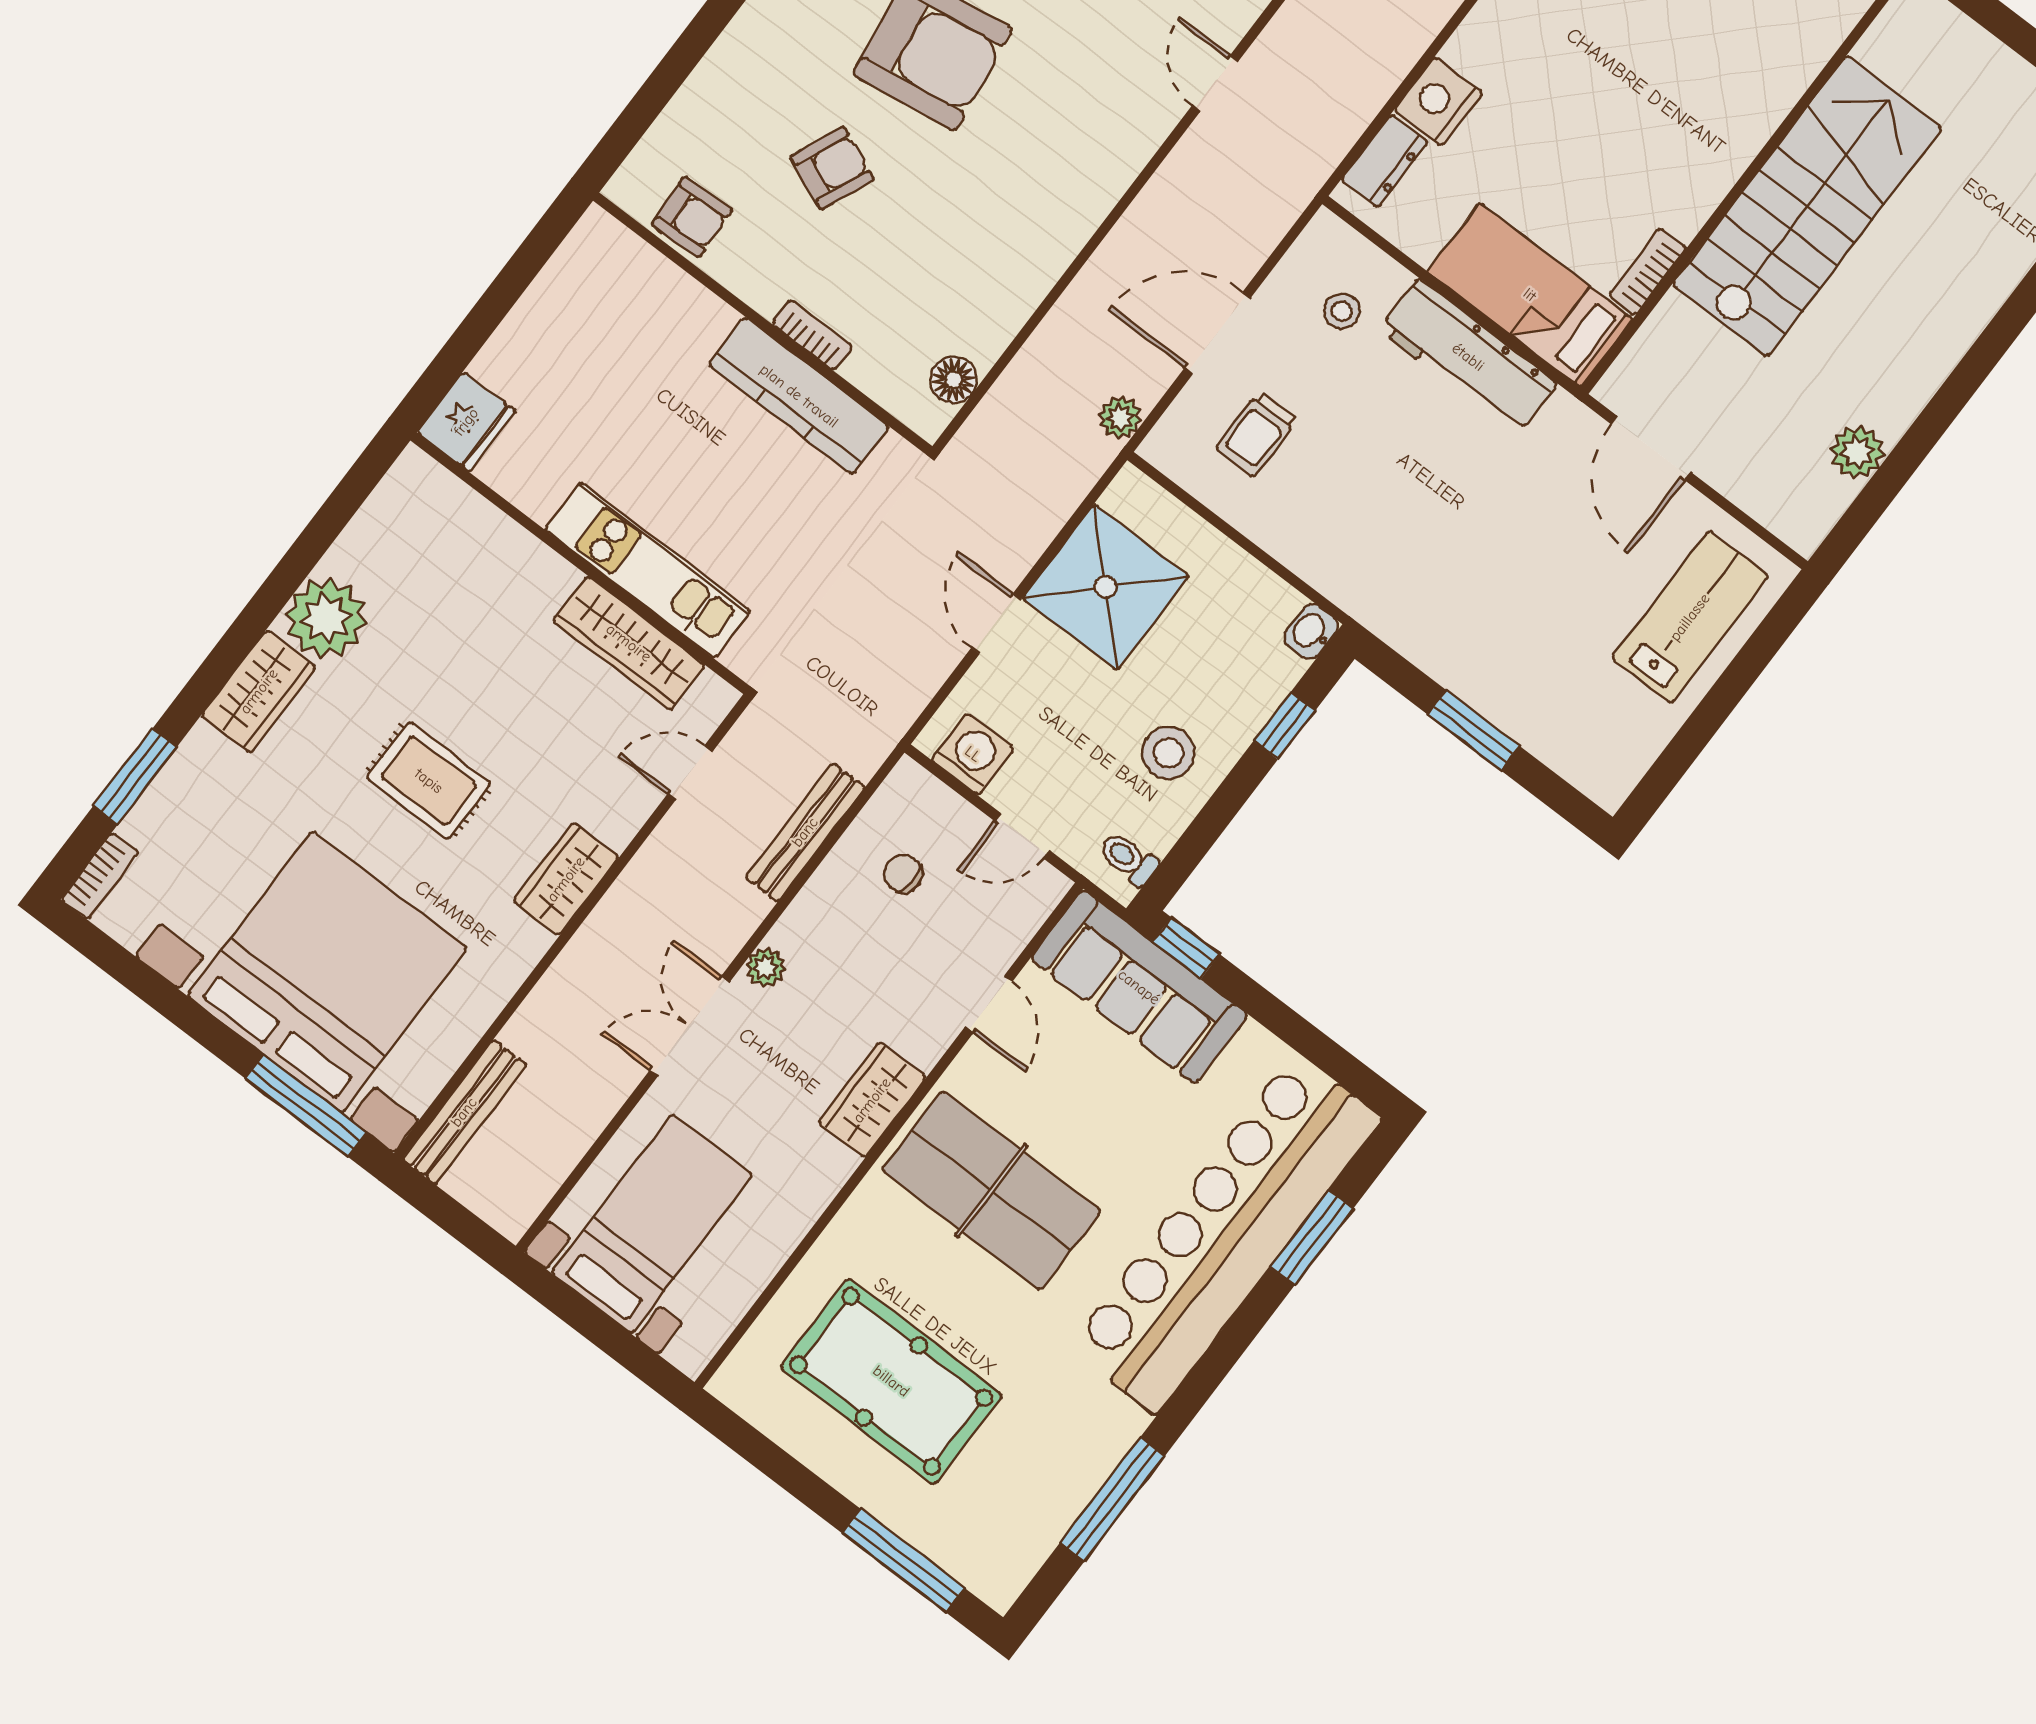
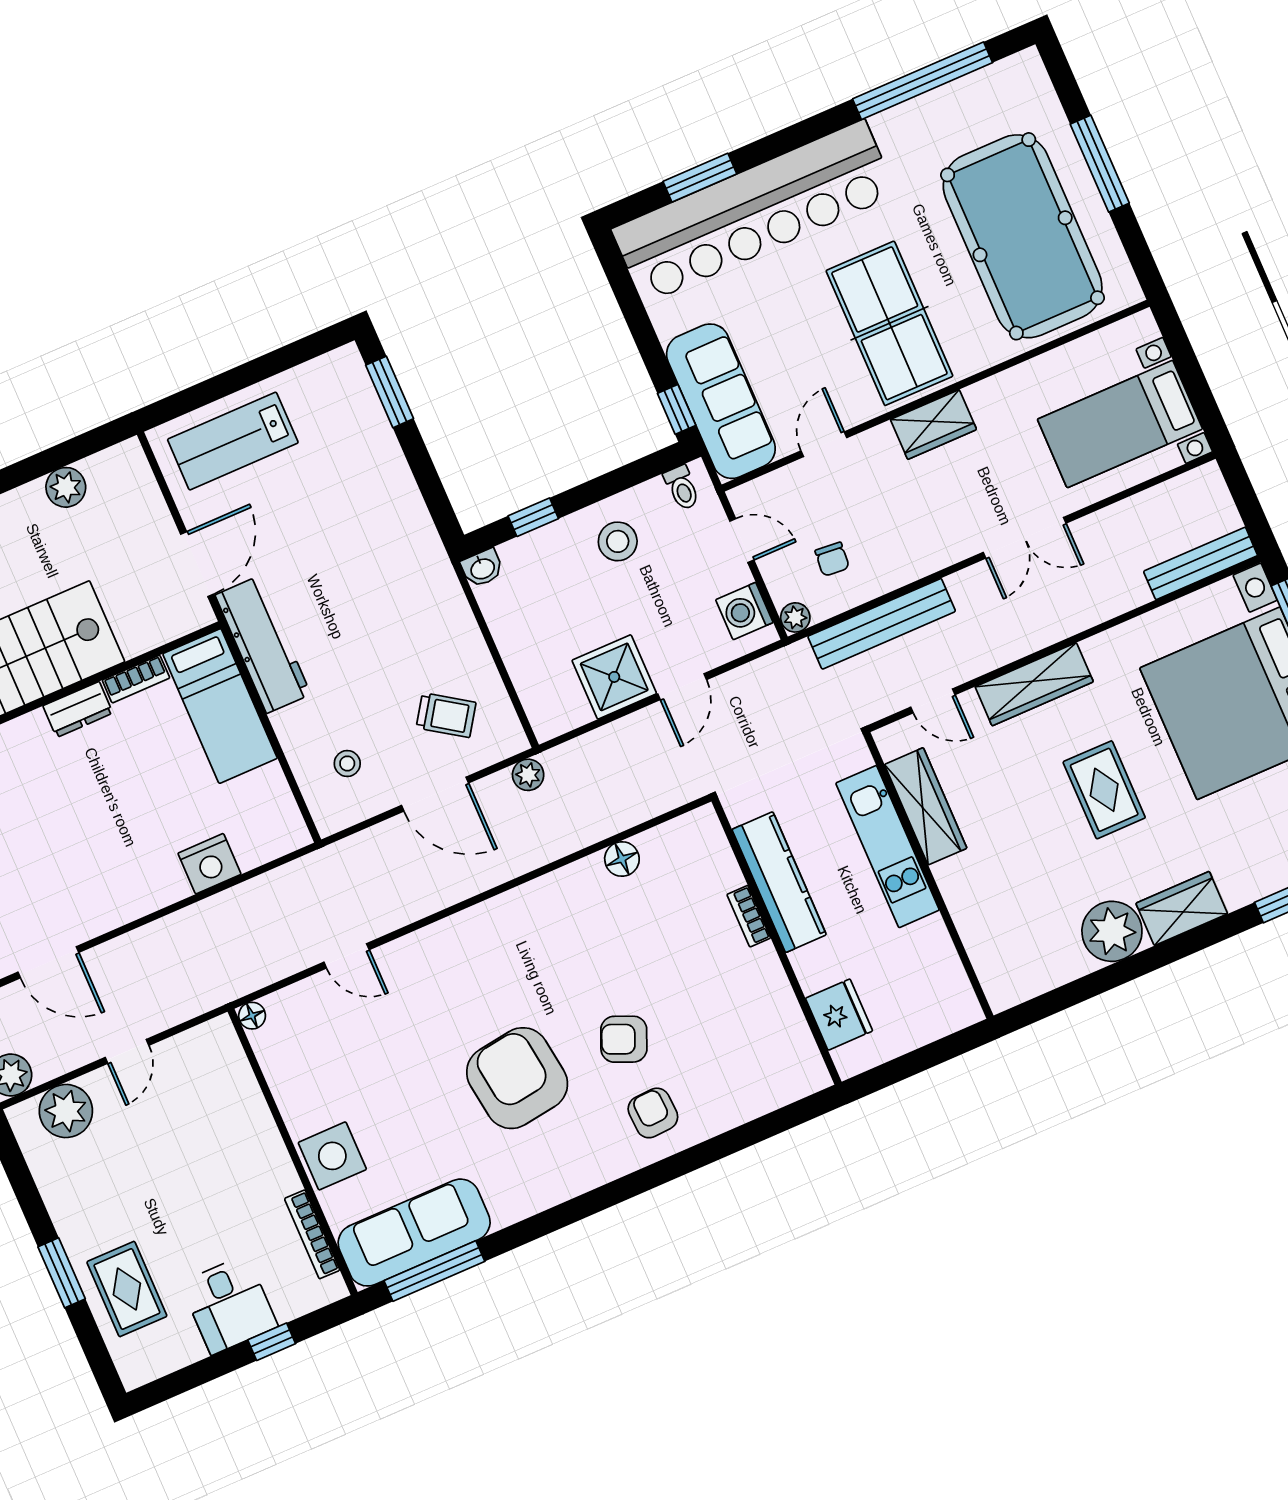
door: (1215, 83) -> (347, 956), hinge flipped
dresser: (1385, 161) -> (78, 709), moved, turned 180
armchair: (692, 217) -> (653, 1113), moved
wall: (763, 323) -> (776, 942), moved
bookcase: (812, 335) -> (749, 916), moved
workbench: (1468, 357) -> (263, 645), moved
kitchen counter: (799, 396) -> (779, 882), moved
fridge: (466, 422) -> (839, 1015), moved, turned 90
trolley: (1257, 434) -> (446, 715), turned 34
shower: (1106, 587) -> (614, 677), width x0.73, depth x0.73
window: (1473, 730) -> (390, 392), moved
bench: (805, 832) -> (882, 624), width x1.37, depth x1.21
wardrobe: (566, 879) -> (1034, 684), width x1.50
plant: (766, 967) -> (795, 617), moved
pool table: (891, 1381) -> (1023, 236), width x1.36, depth x1.32
window: (1112, 1499) -> (923, 81), width x1.46
window: (903, 1561) -> (1100, 164), moved

